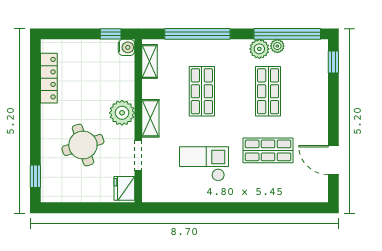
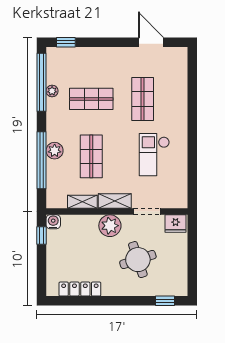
plant: (259, 49) -> (55, 151), moved
shelving: (149, 61) -> (82, 202), moved
shop shelf: (202, 91) -> (91, 156), turned 90
door: (333, 160) -> (151, 42), swing flipped

